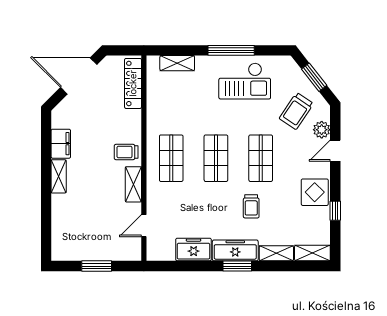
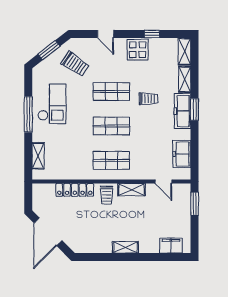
locker: (133, 83) -> (75, 190), moved
plant: (322, 130) -> (89, 44), removed
filing cabinet: (61, 144) -> (171, 246), moved
freezer: (194, 250) -> (182, 154), moved
window: (97, 266) -> (195, 204), moved

